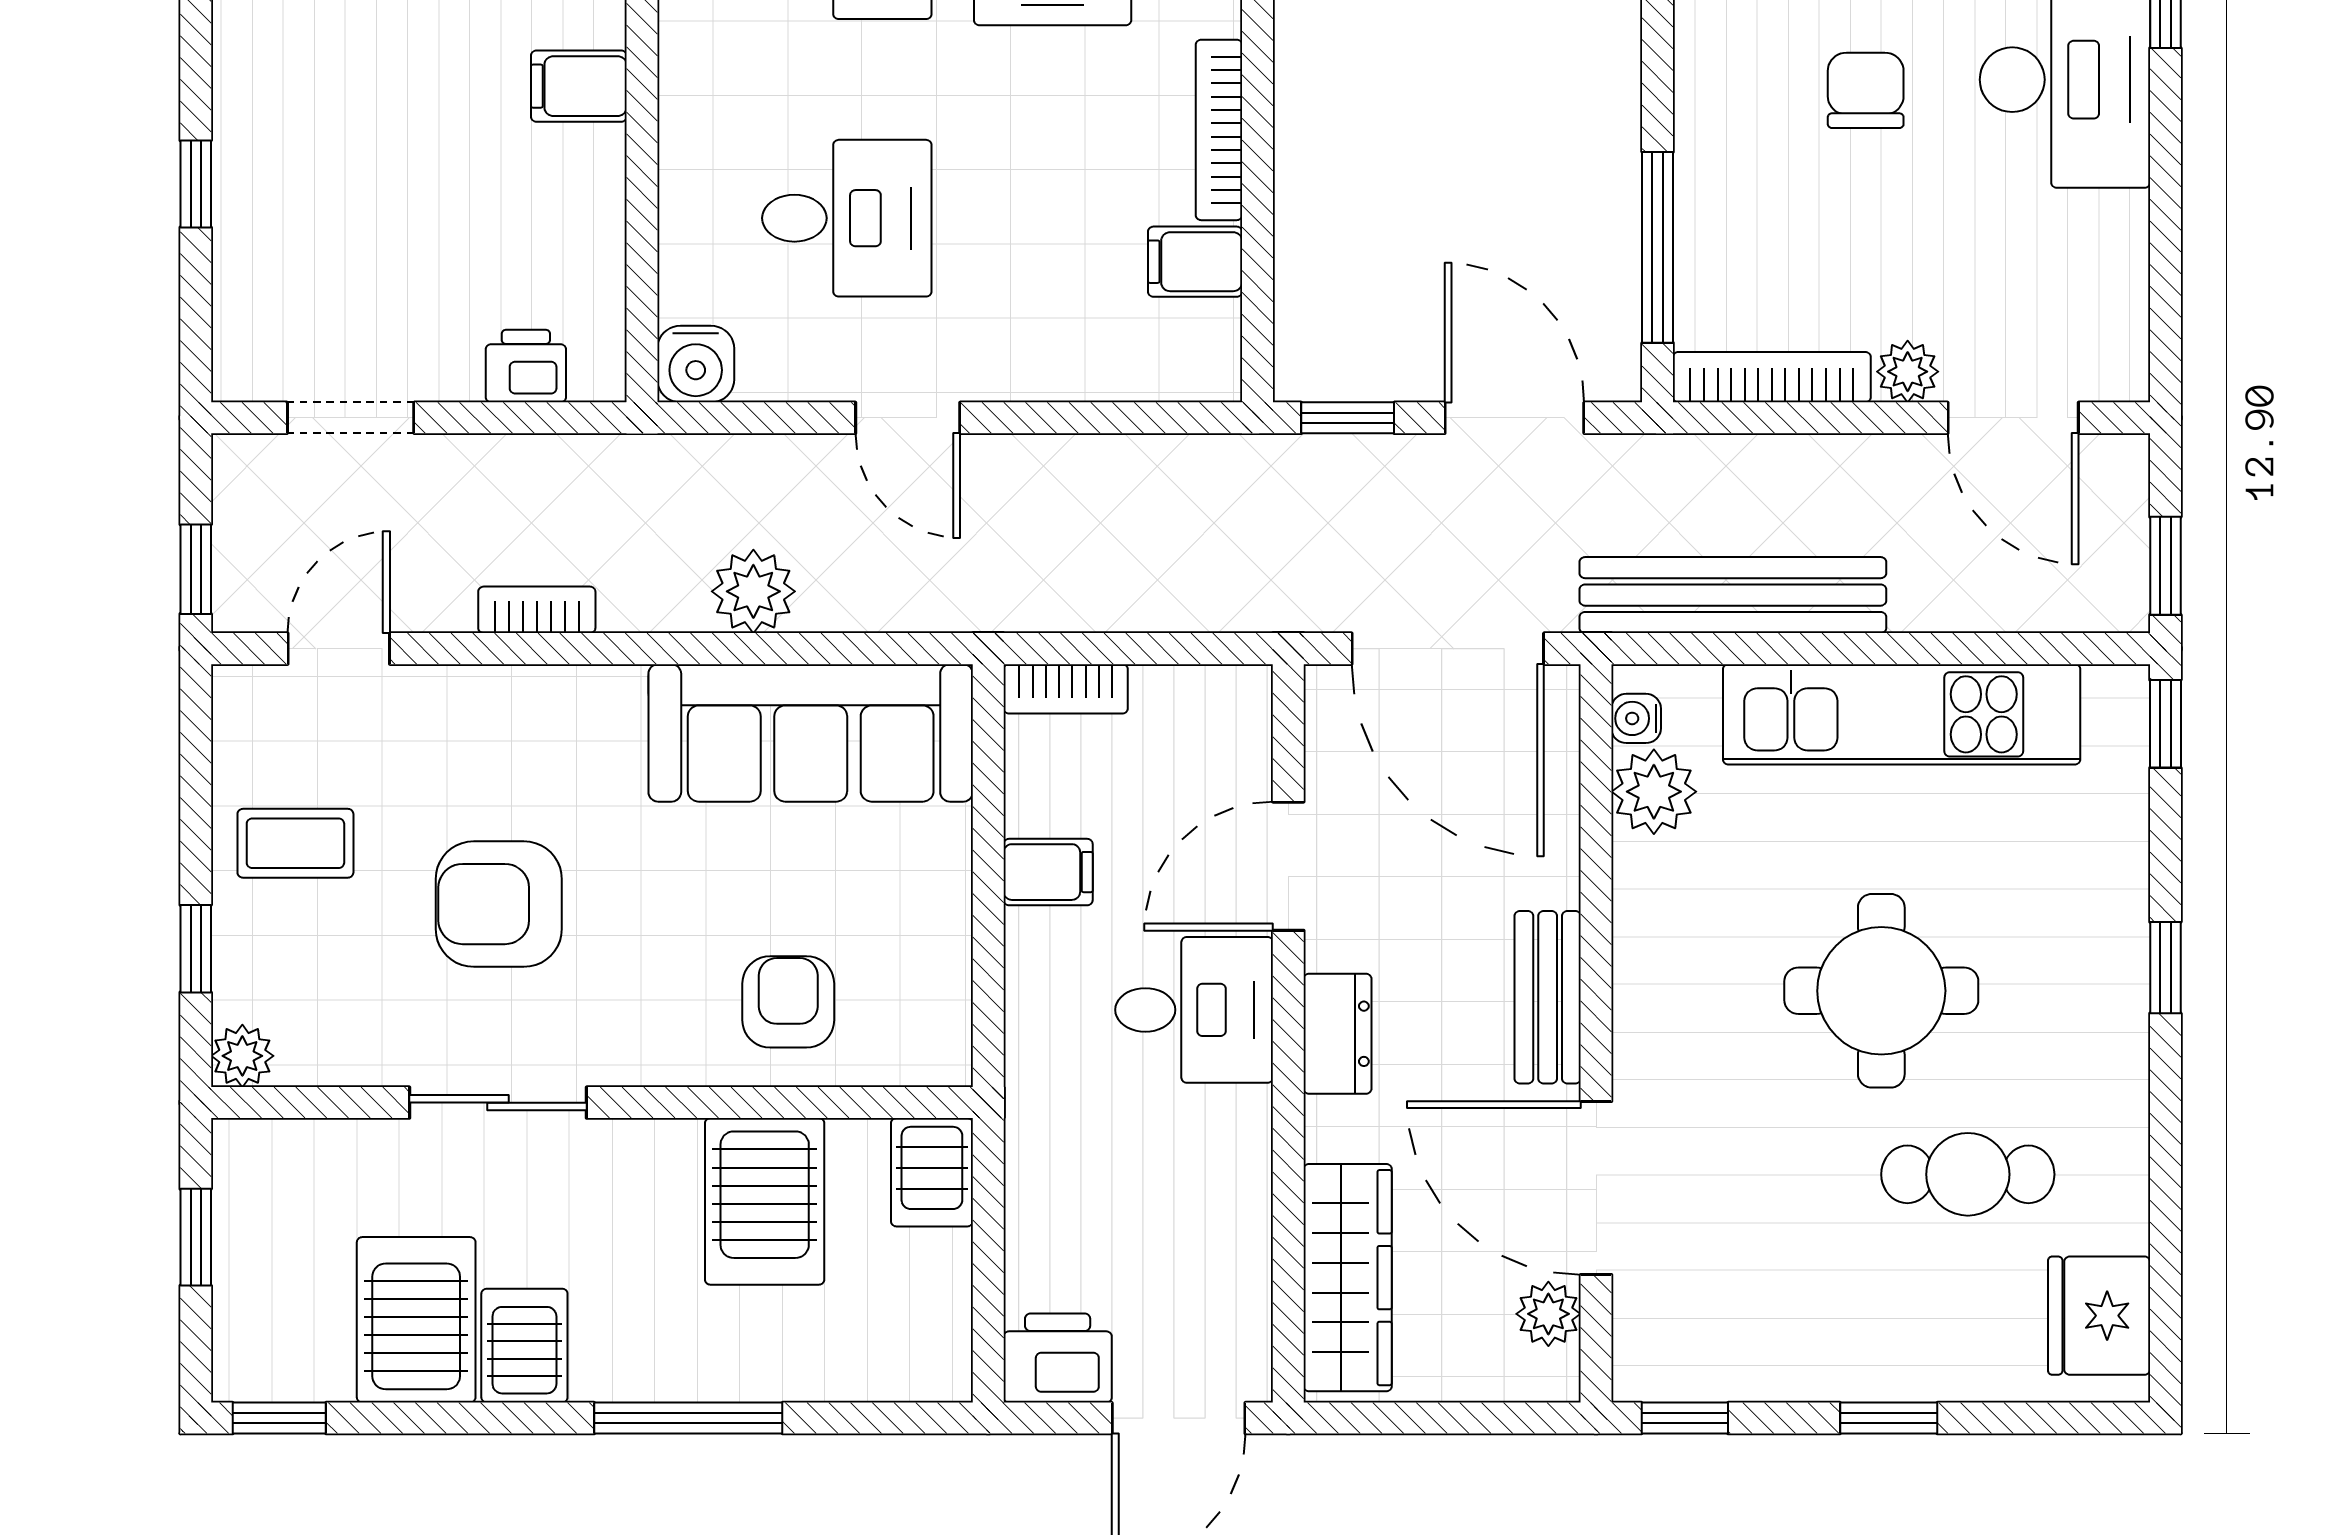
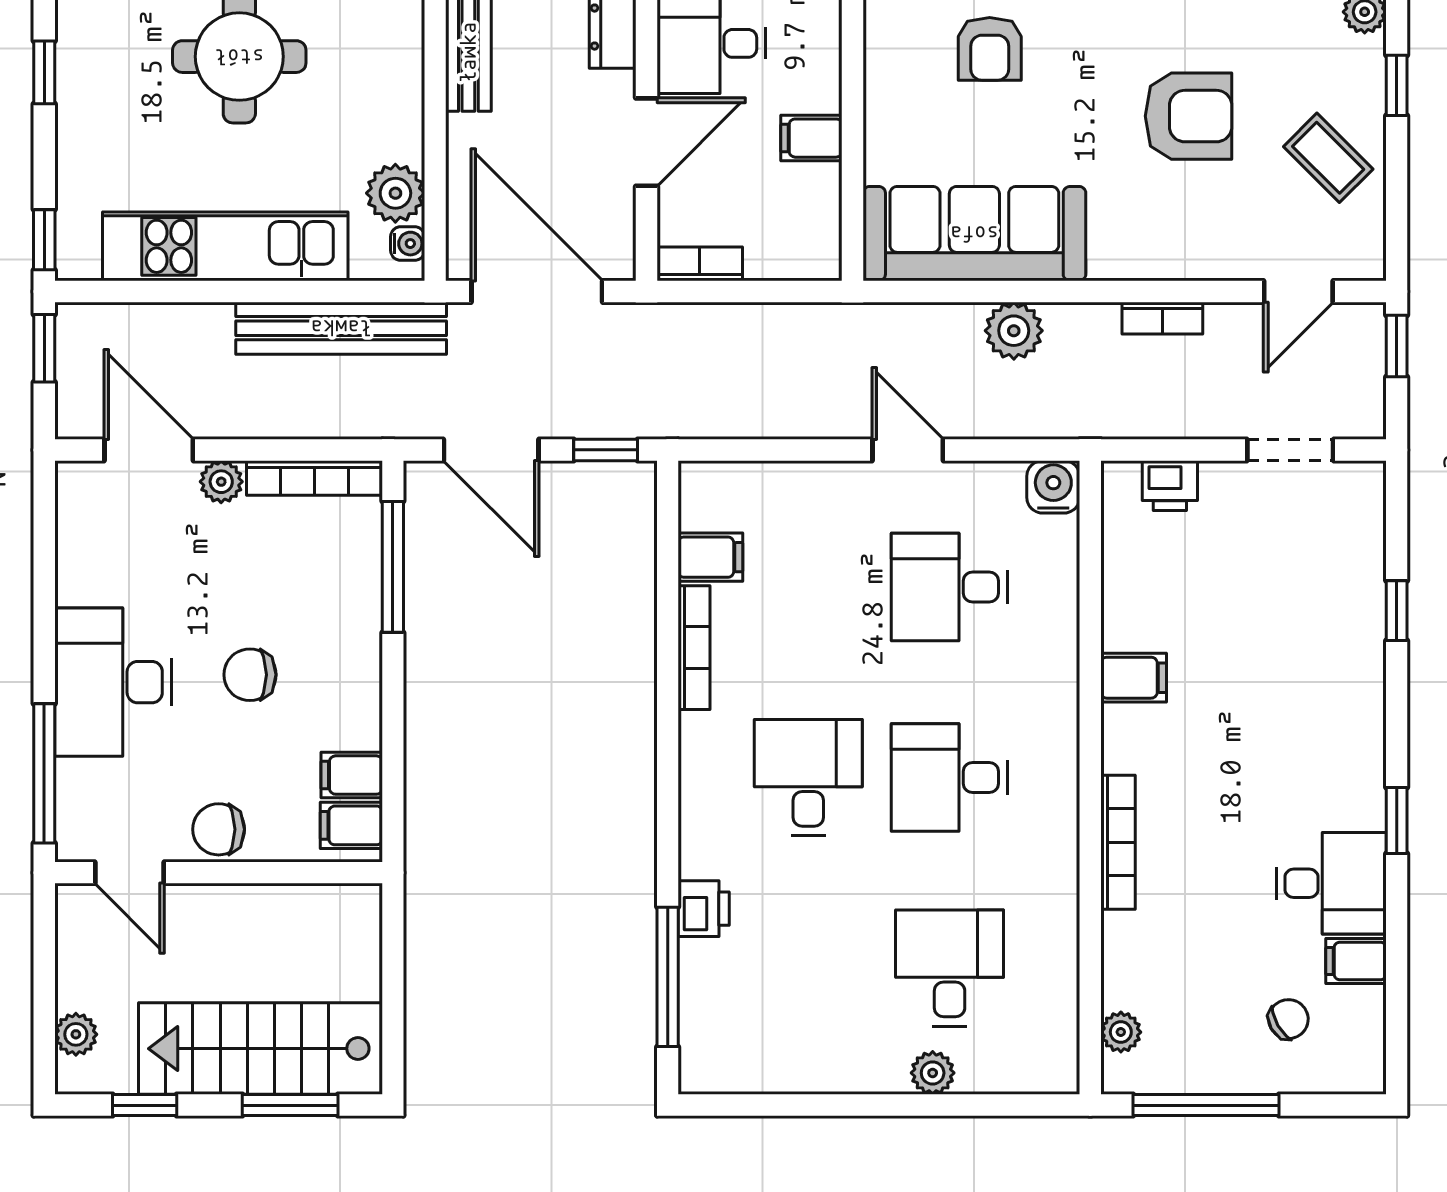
chair: (1866, 90) -> (250, 675), turned 90
bookcase: (1066, 689) -> (700, 264), moved
coffee table: (295, 843) -> (1328, 158), turned 45

